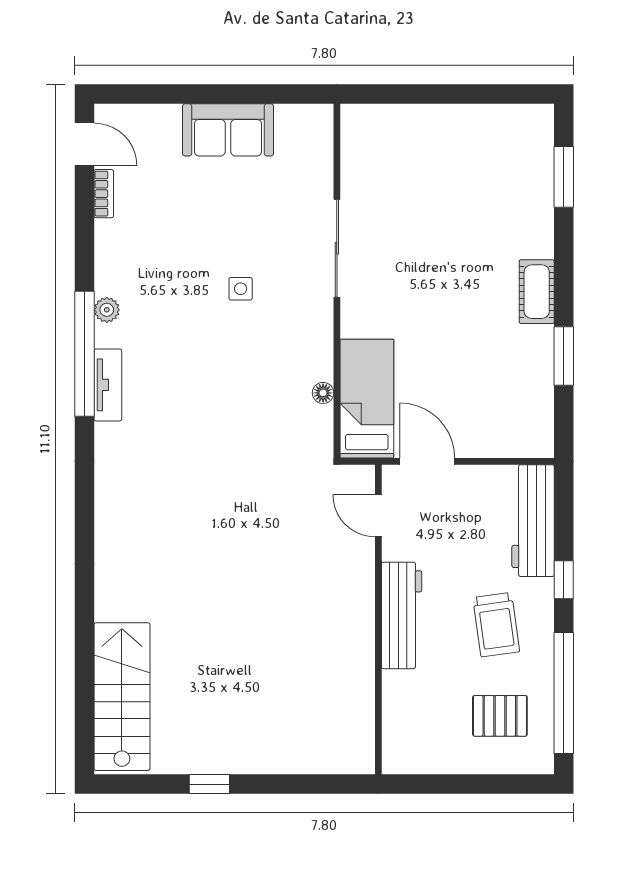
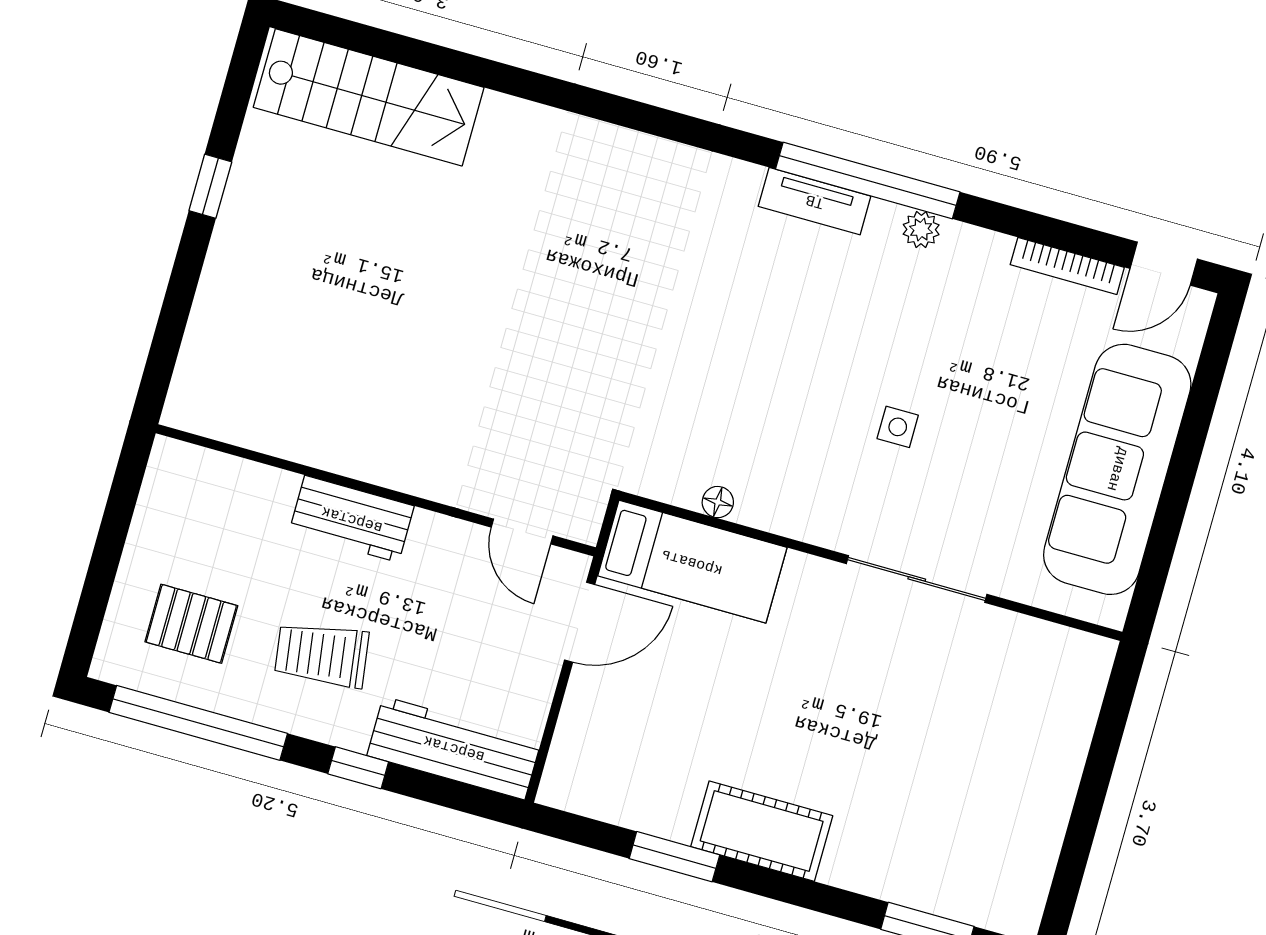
sofa: (228, 130) -> (1117, 469), width x1.85, depth x1.27
bookcase: (104, 194) -> (1067, 266), width x1.56
cot: (537, 292) -> (762, 831), width x1.37, depth x1.34
door: (378, 516) -> (522, 531), swing flipped
workbench: (402, 615) -> (352, 519), width x0.73
pallet: (500, 716) -> (191, 624), turned 90

